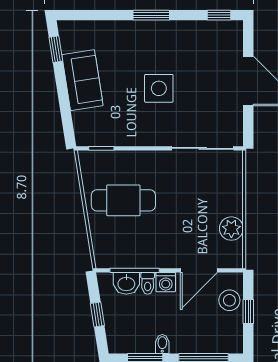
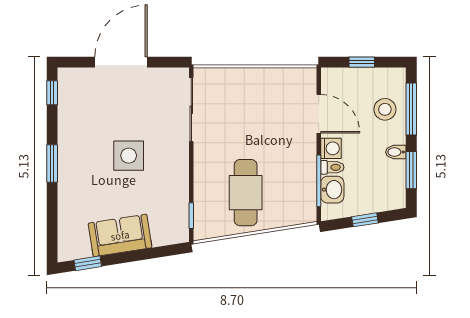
plant: (231, 229) -> (275, 80), removed
stool: (229, 300) -> (385, 109), moved

